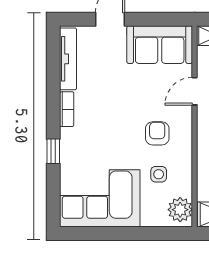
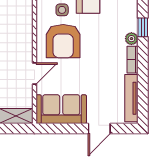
armchair: (157, 133) -> (63, 41), width x1.88, depth x1.88
plant: (68, 137) -> (131, 39), added

